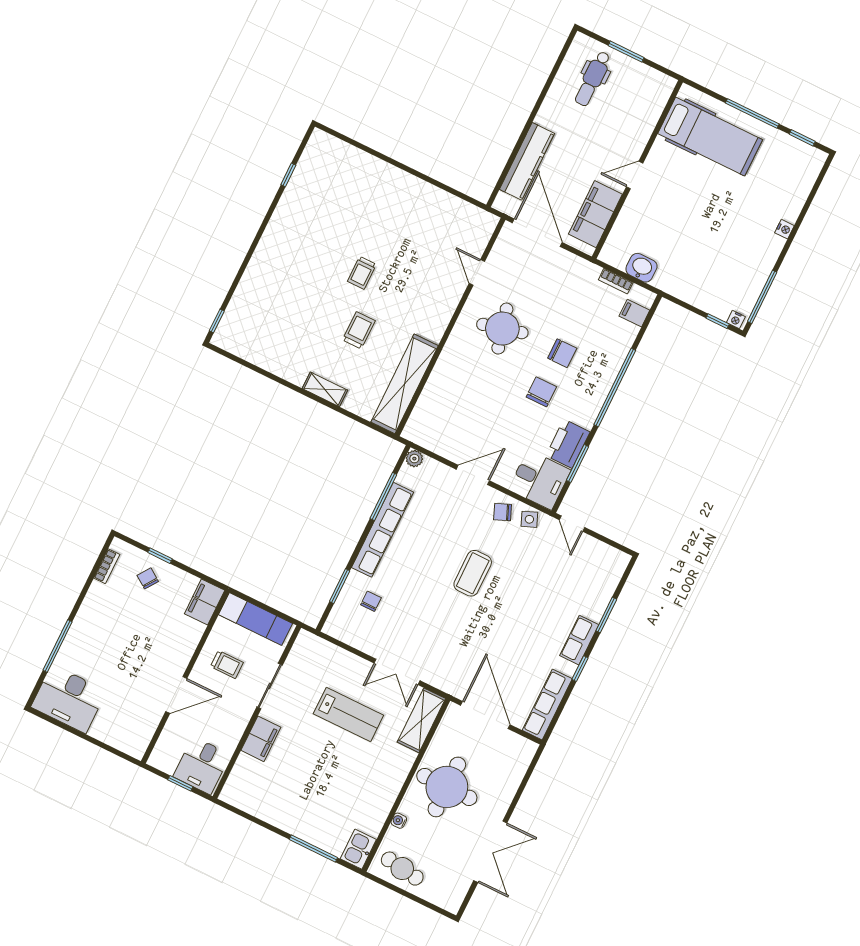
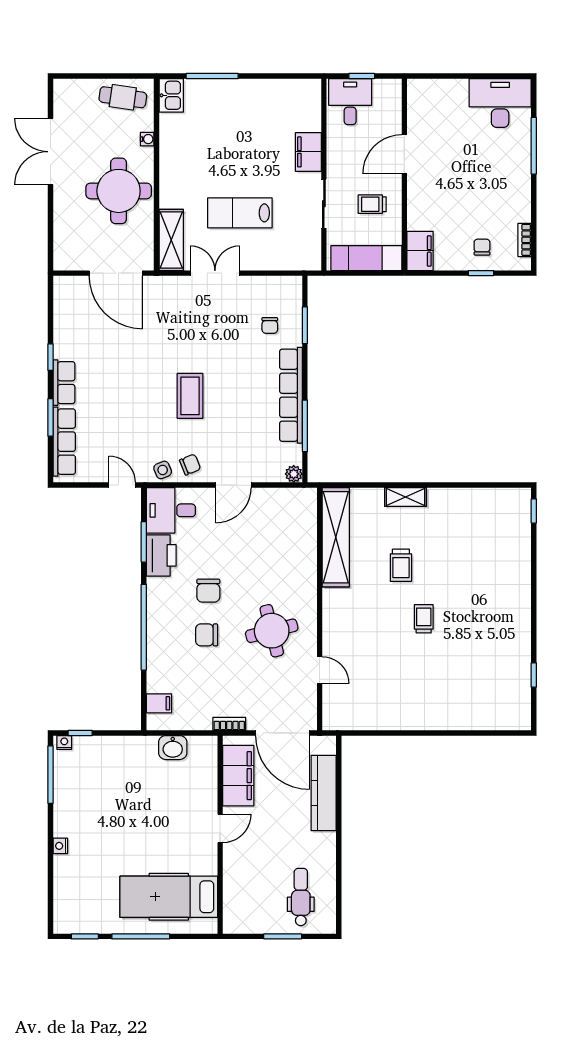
bookcase: (616, 281) -> (229, 724), moved
chair: (148, 578) -> (482, 247), turned -125
row of seats: (547, 704) -> (64, 442), moved

